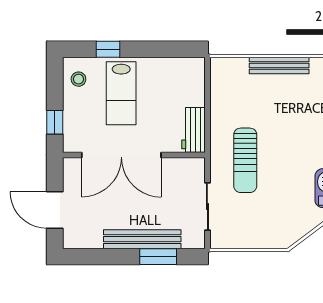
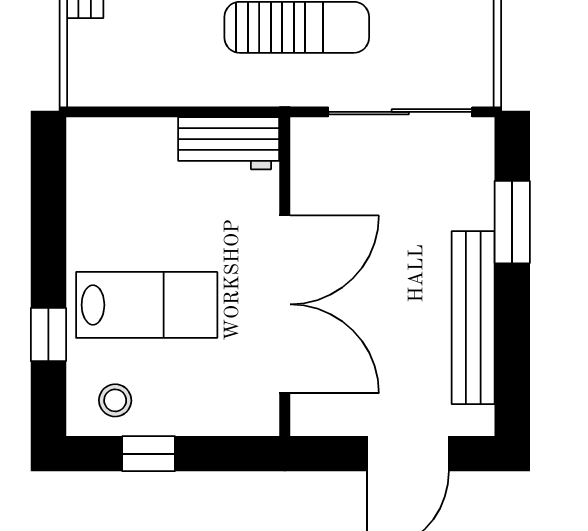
window: (55, 122) -> (149, 454), moved
sliding door: (207, 207) -> (400, 112), width x1.37
bench: (142, 239) -> (473, 318), moved

